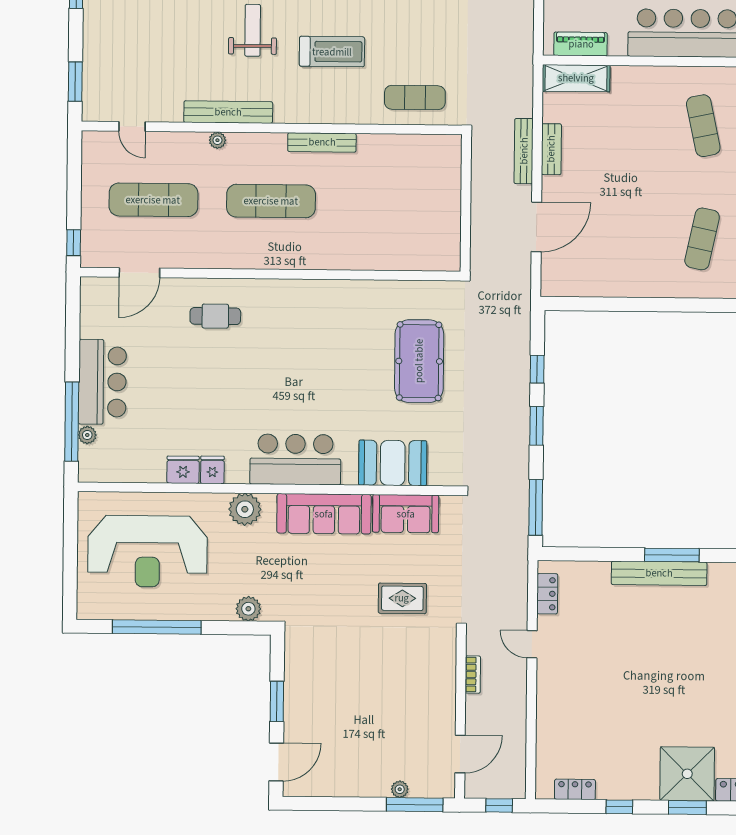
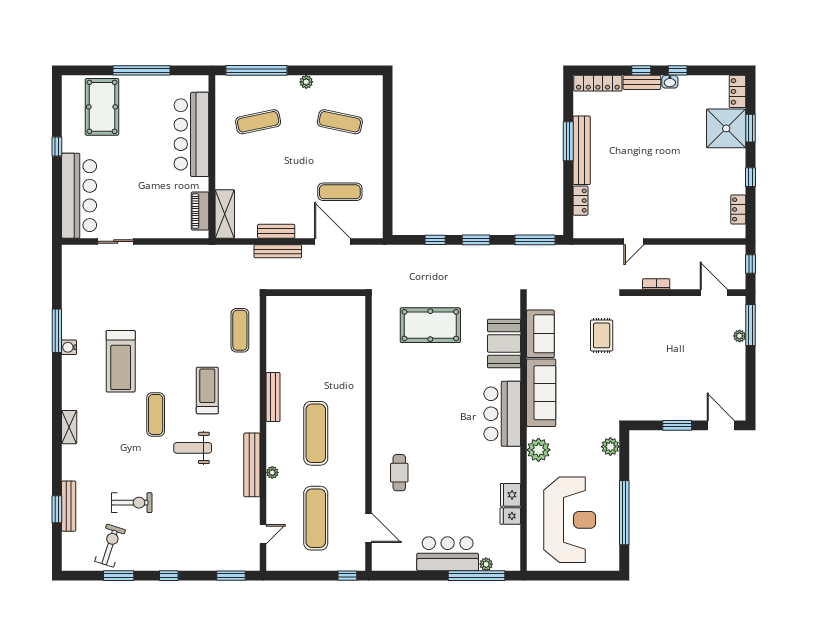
exercise mat: (605, 238) -> (340, 192), added
fridge: (212, 470) -> (510, 516), moved
locker: (547, 594) -> (580, 201), moved, turned 90

